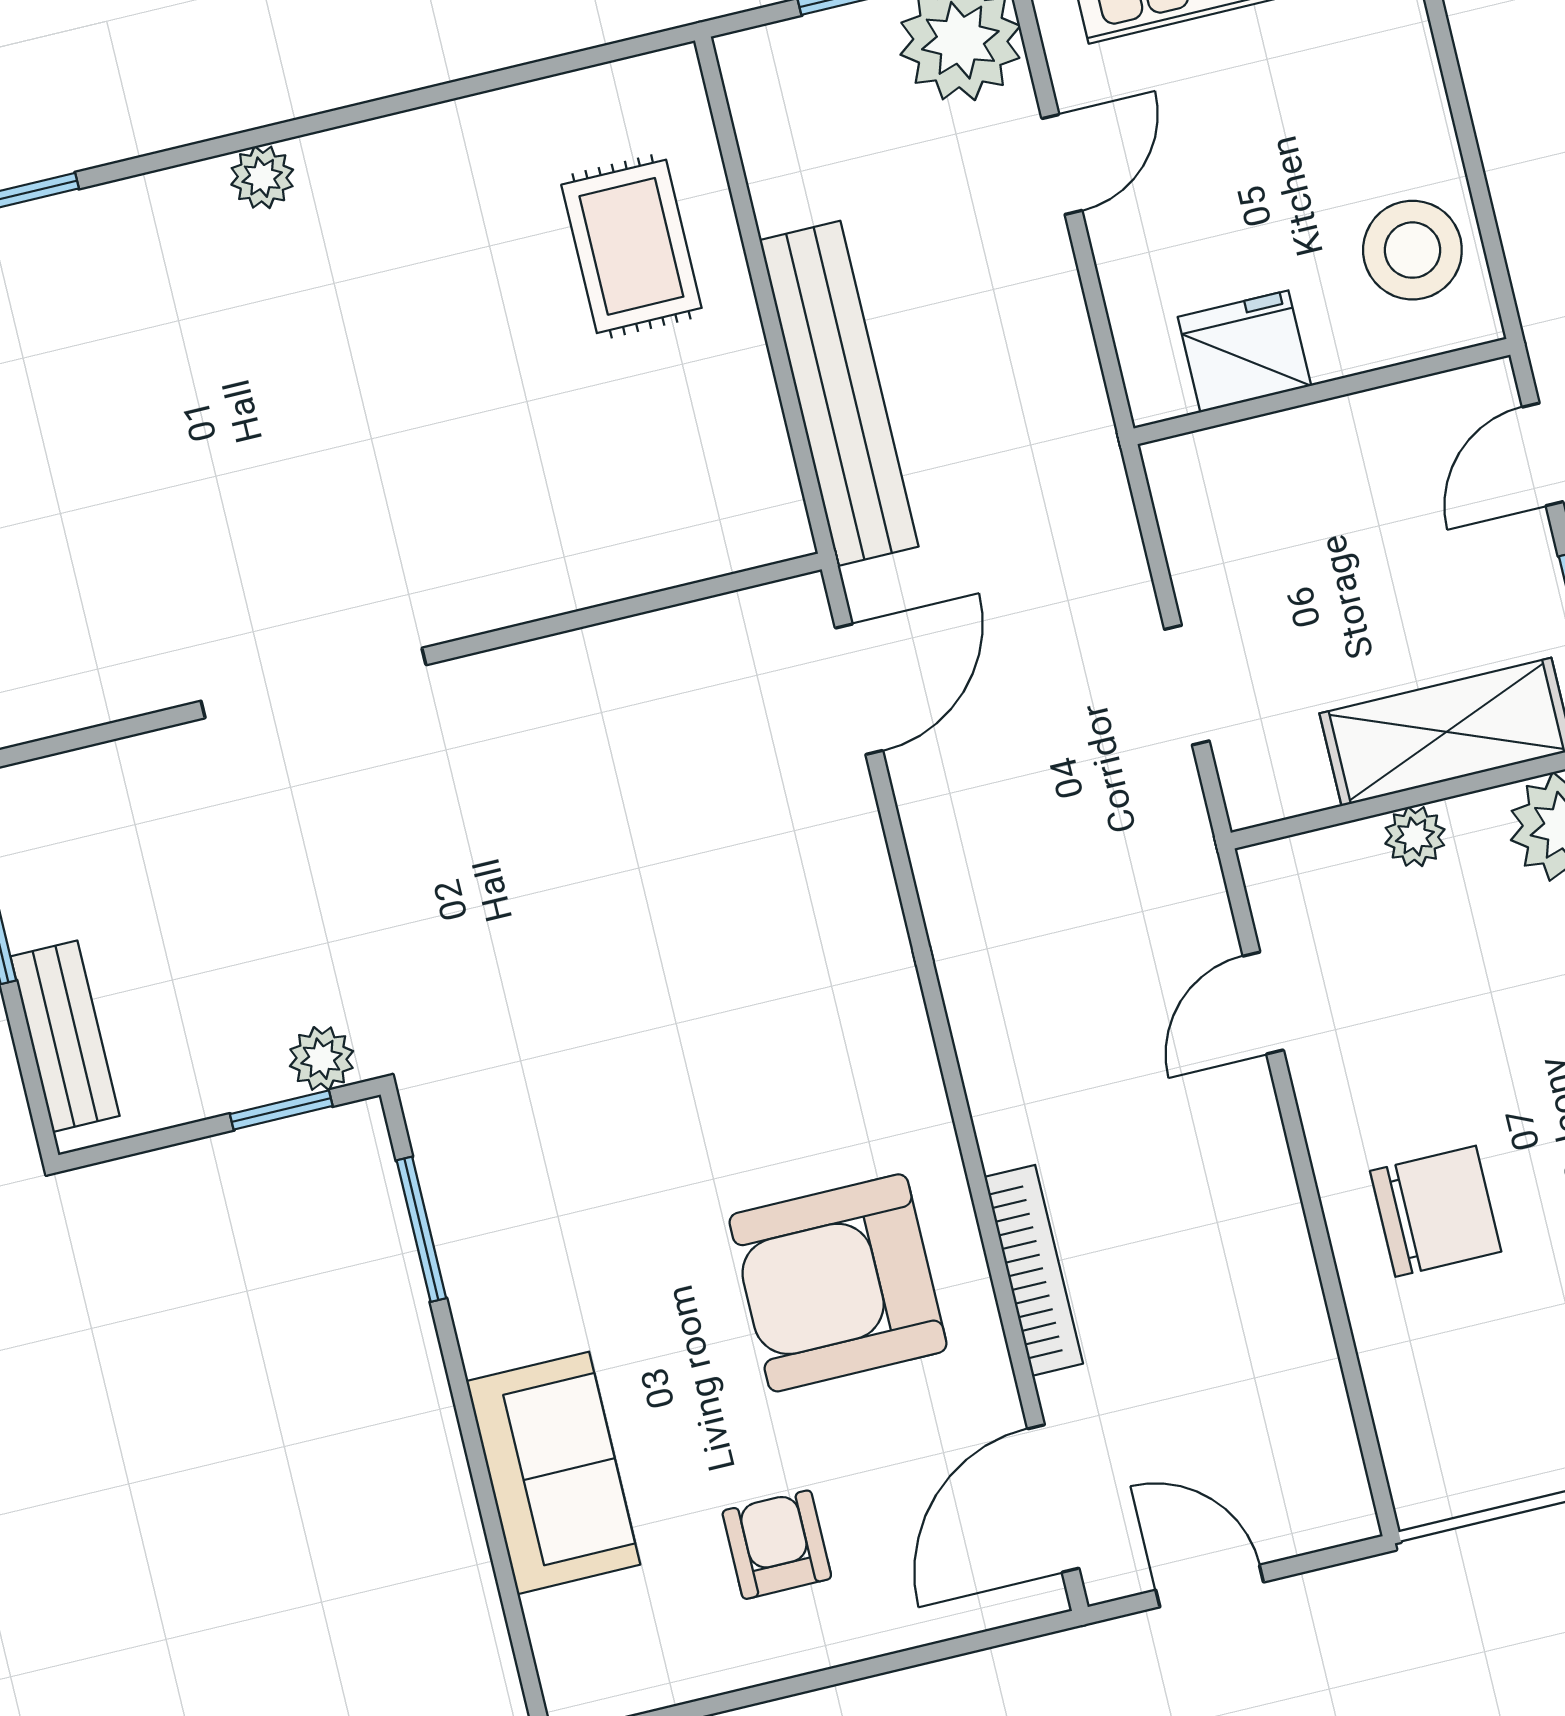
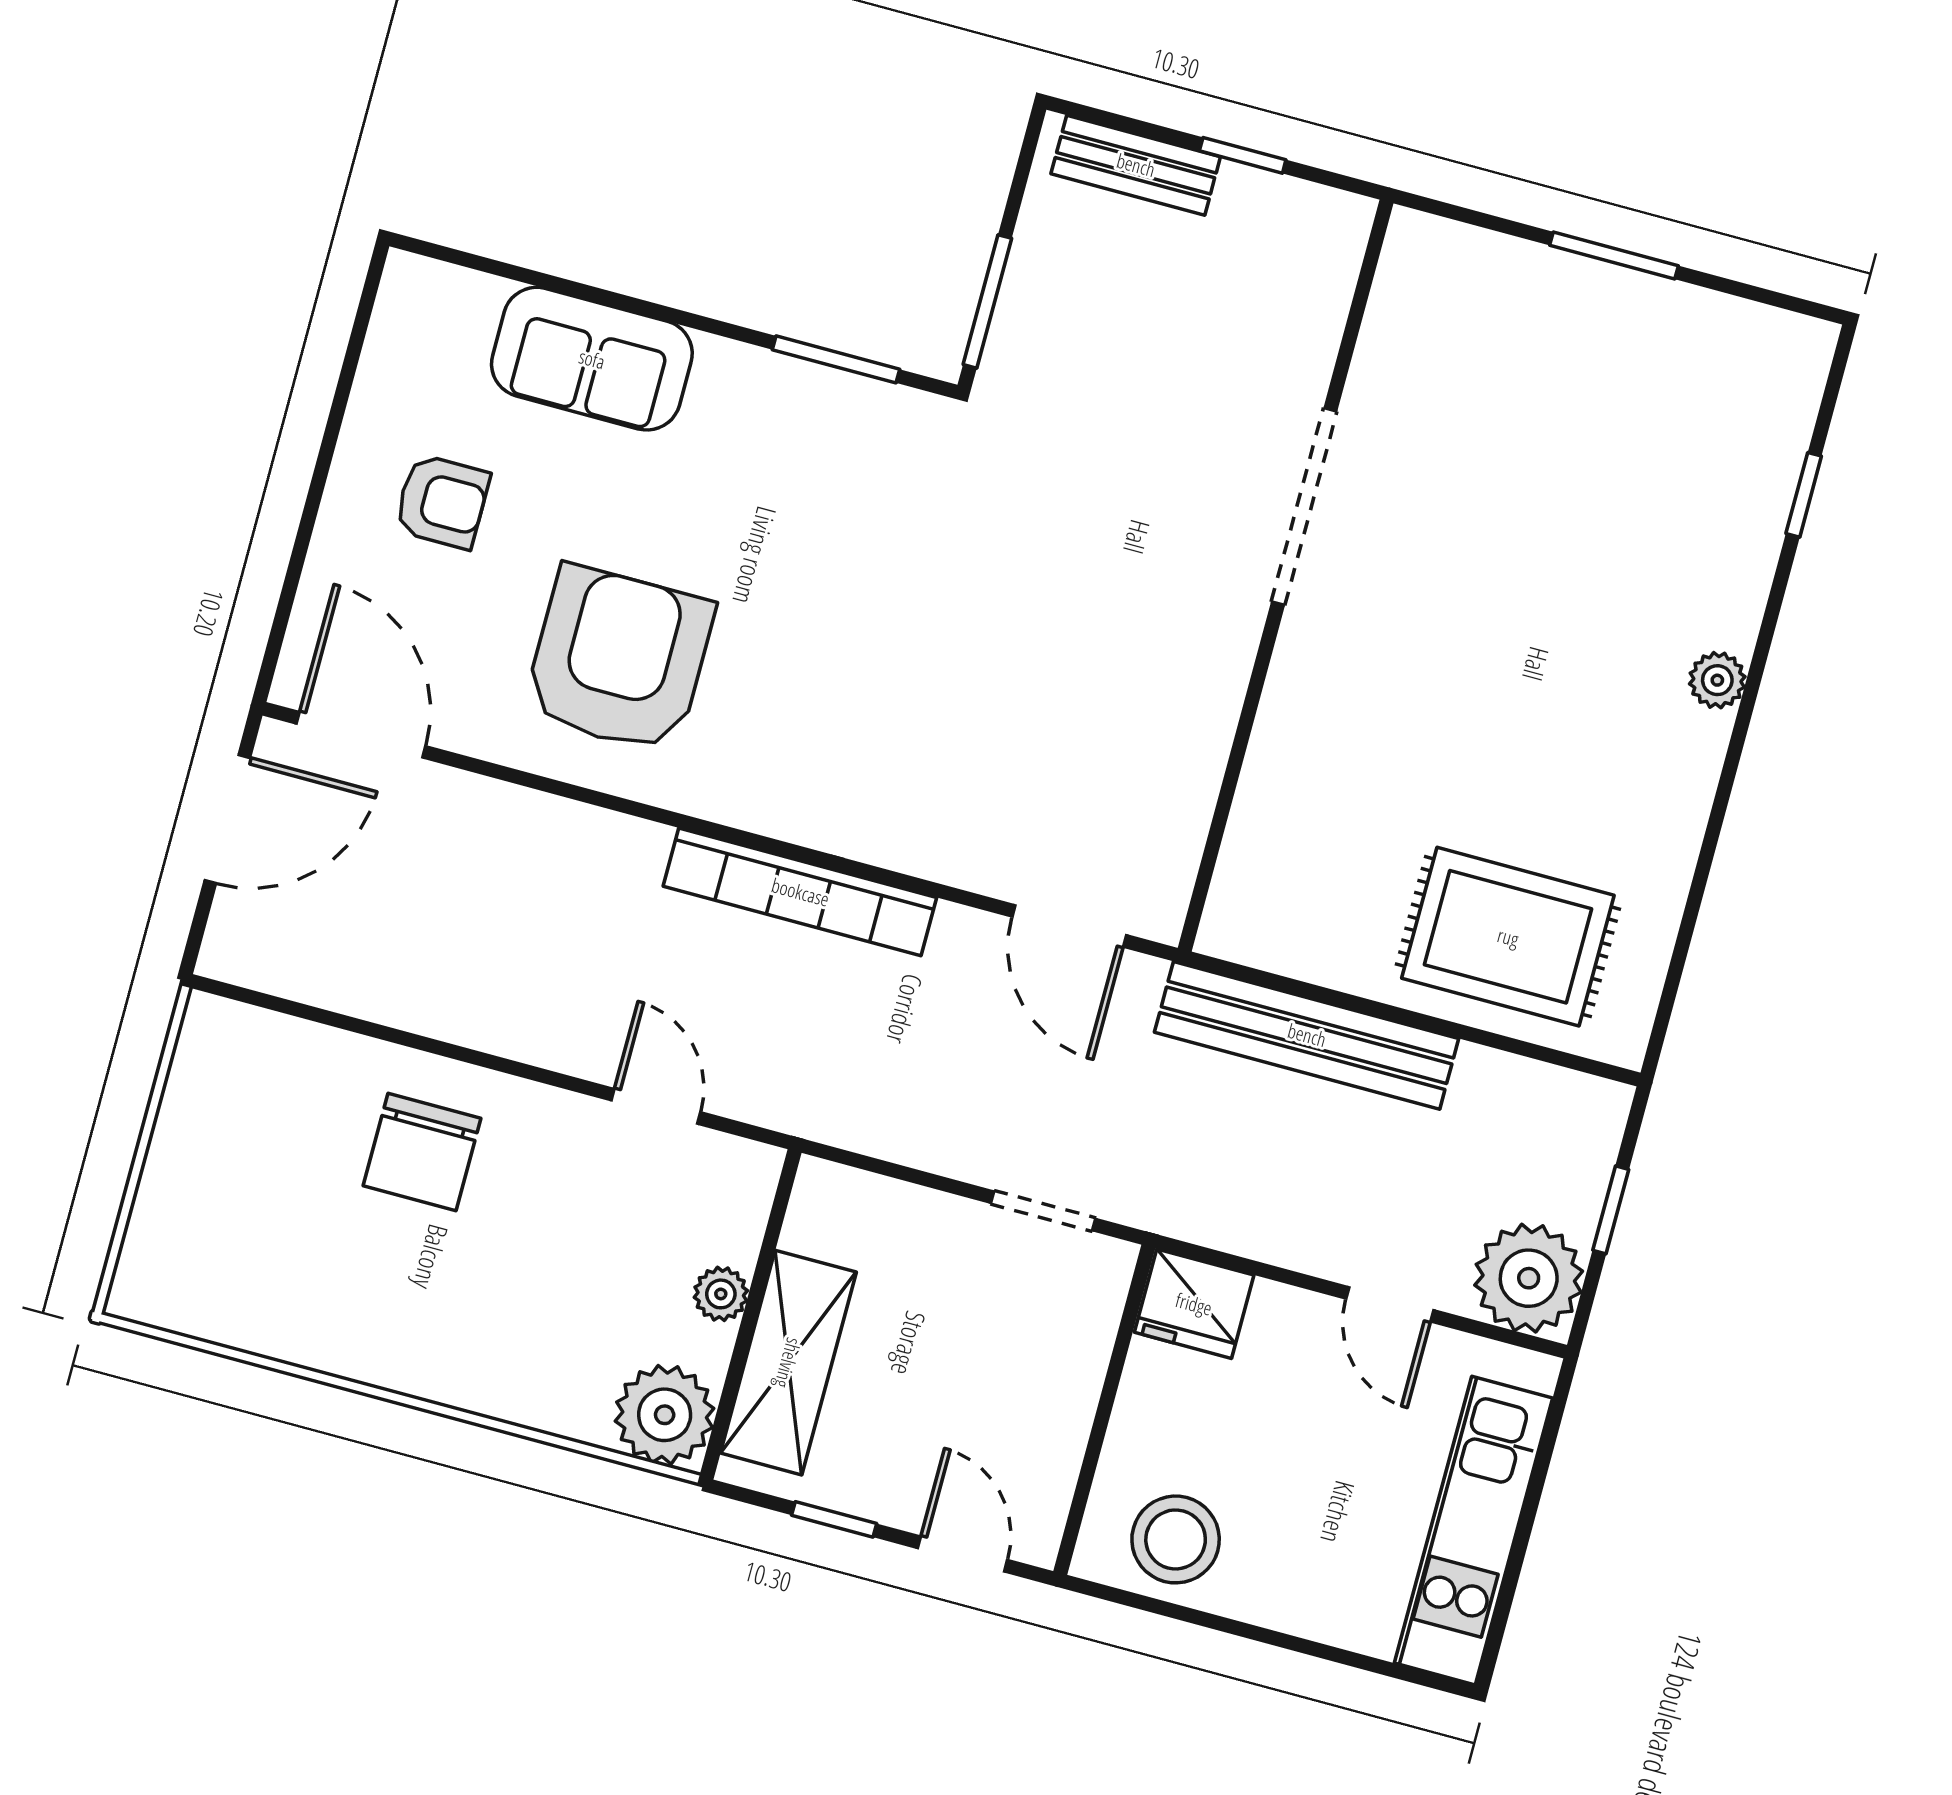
rug: (631, 246) -> (1508, 937), width x1.36, depth x1.43
fridge: (1244, 351) -> (1194, 1304), moved, turned 90
doorway: (1187, 685) -> (1043, 1211), moved
plant: (322, 1059) -> (1010, 354), removed
window: (281, 1110) -> (987, 301), width x1.50
bookcase: (1034, 1270) -> (800, 892), moved, width x1.48, depth x1.31
door: (1210, 1586) -> (227, 819), width x1.38

